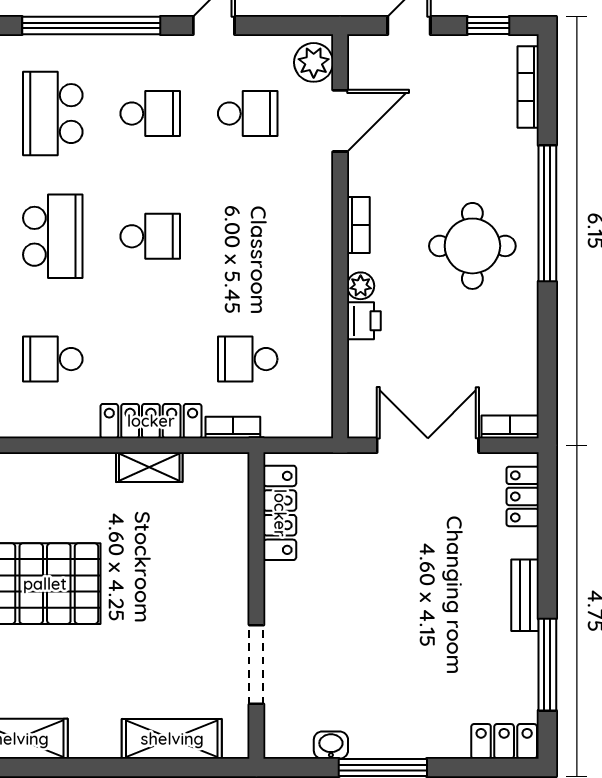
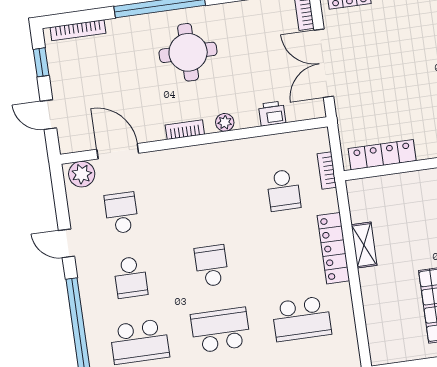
school desk: (150, 114) -> (131, 277), turned 180
printer: (364, 321) -> (272, 114), moved
school desk: (53, 359) -> (302, 319), width x1.85
bookcase: (233, 427) -> (327, 171), moved

